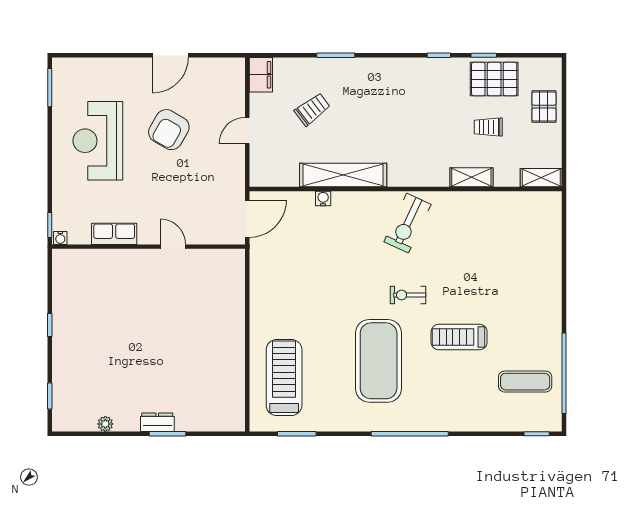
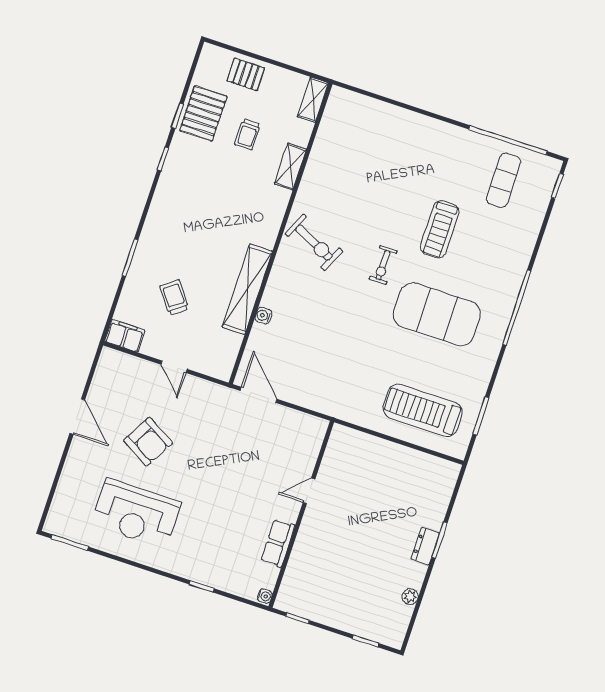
row of seats: (114, 234) -> (278, 543), moved
water cooler: (60, 238) -> (265, 596), moved
wall: (149, 247) -> (301, 514), moved
door: (173, 247) -> (309, 491), moved

